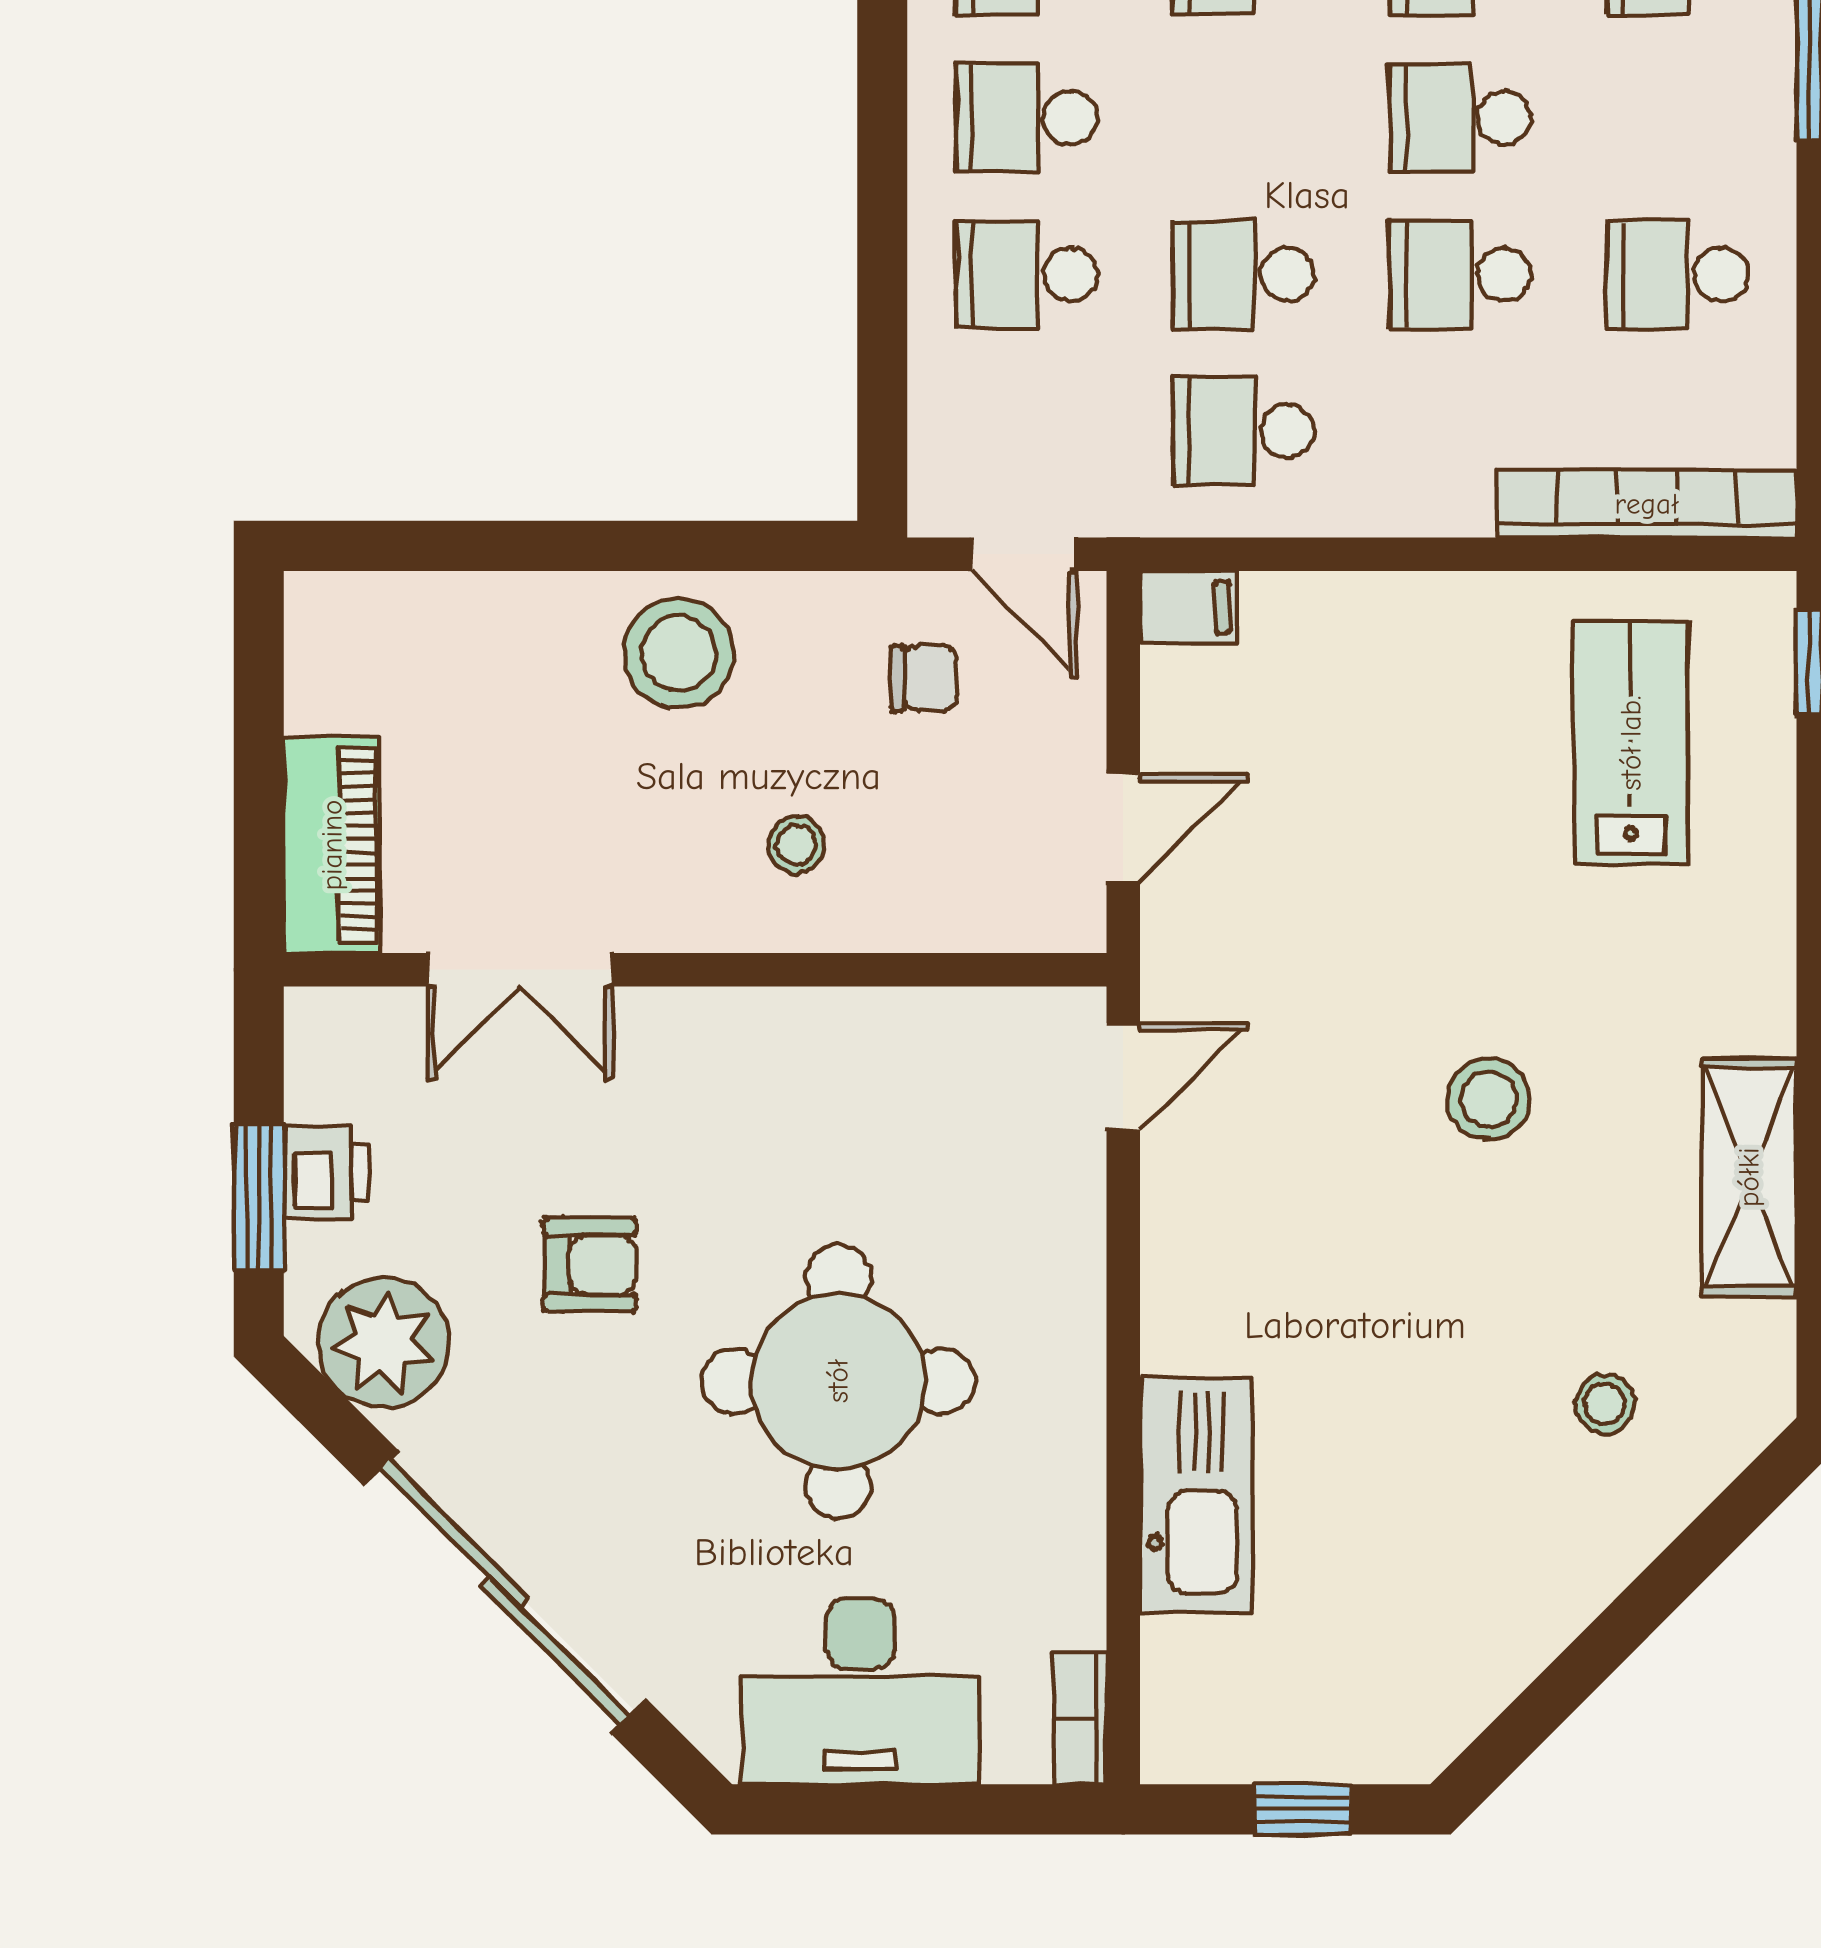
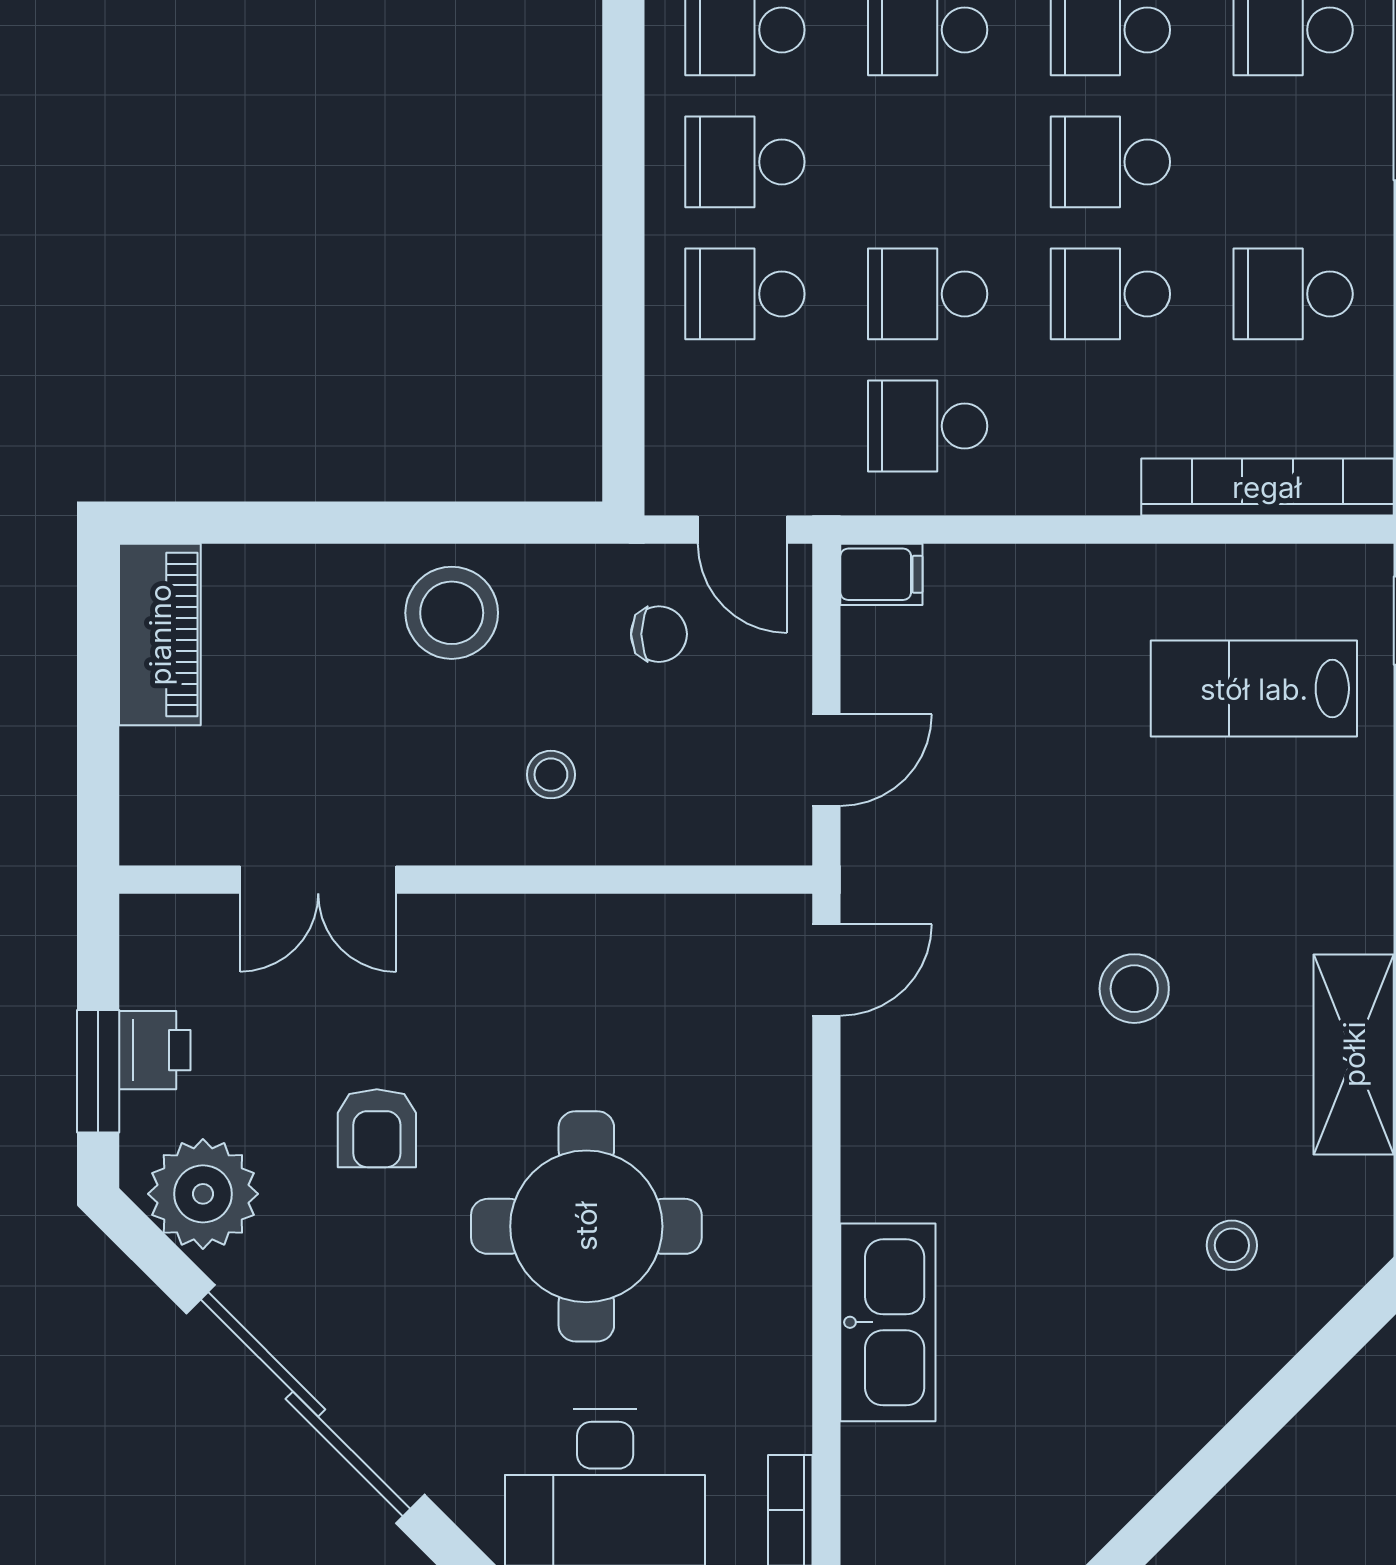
lab bench: (1631, 743) -> (1254, 689), turned -90
piano: (332, 845) -> (160, 635), moved
armchair: (590, 1265) -> (377, 1128), turned 90

